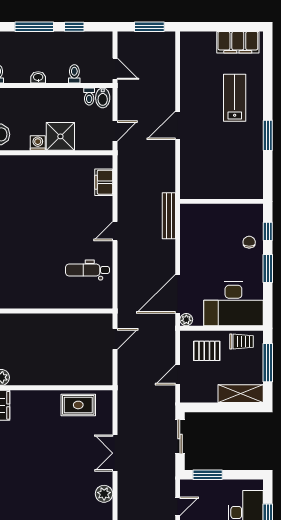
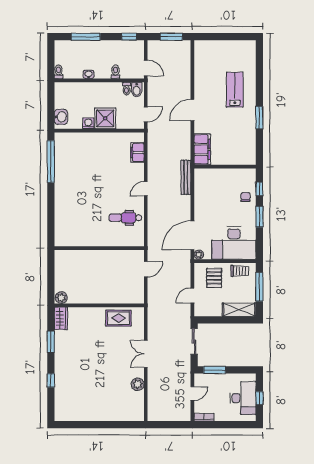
window: (74, 27) -> (129, 37), moved
filing cabinet: (238, 42) -> (202, 149), moved, turned -90
pallet: (207, 351) -> (214, 278), turned 90

